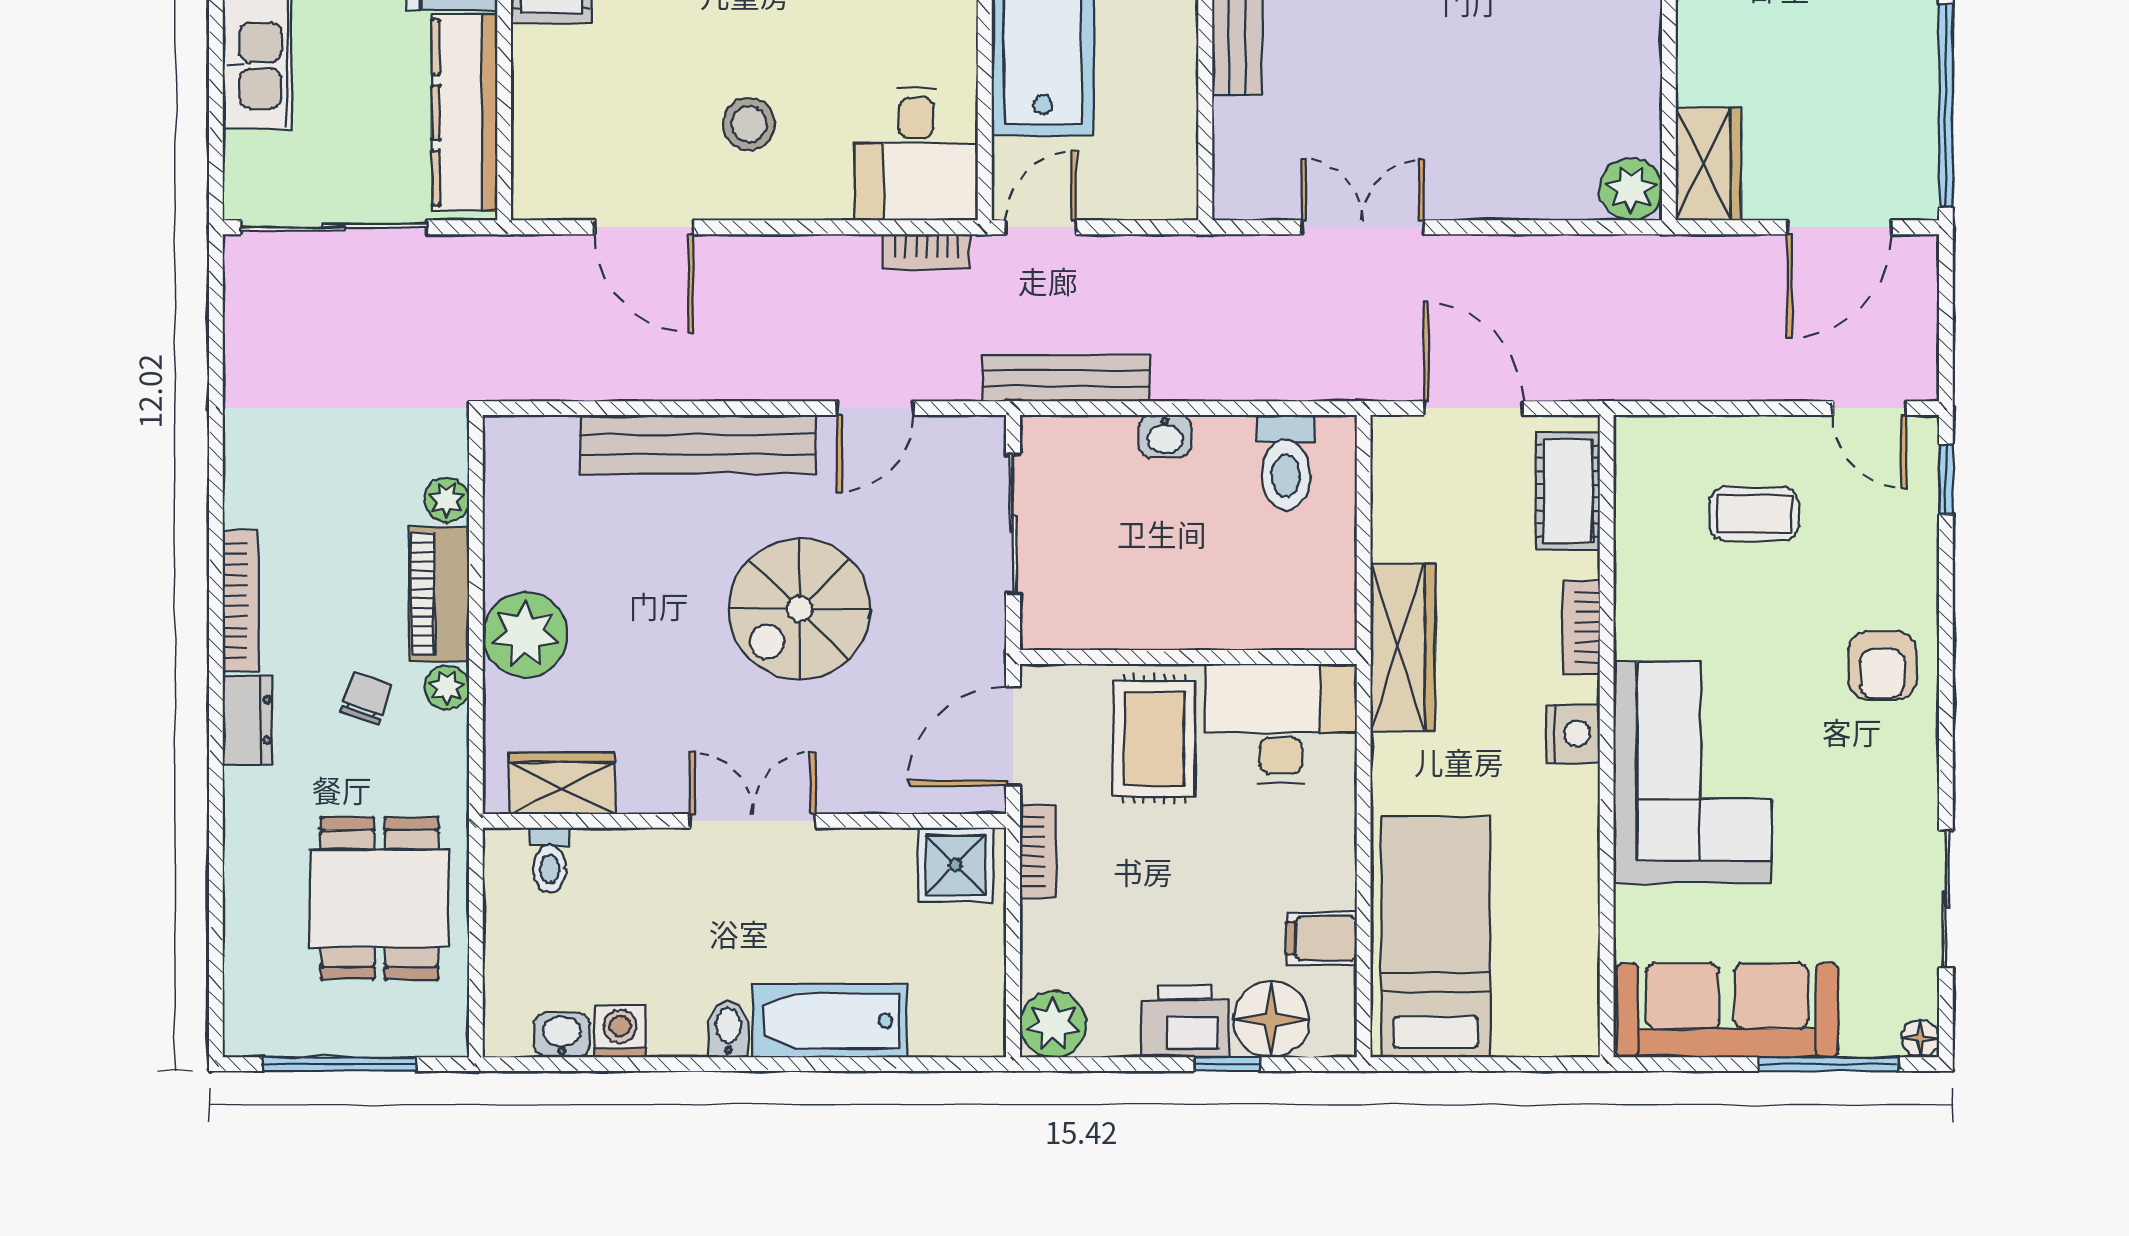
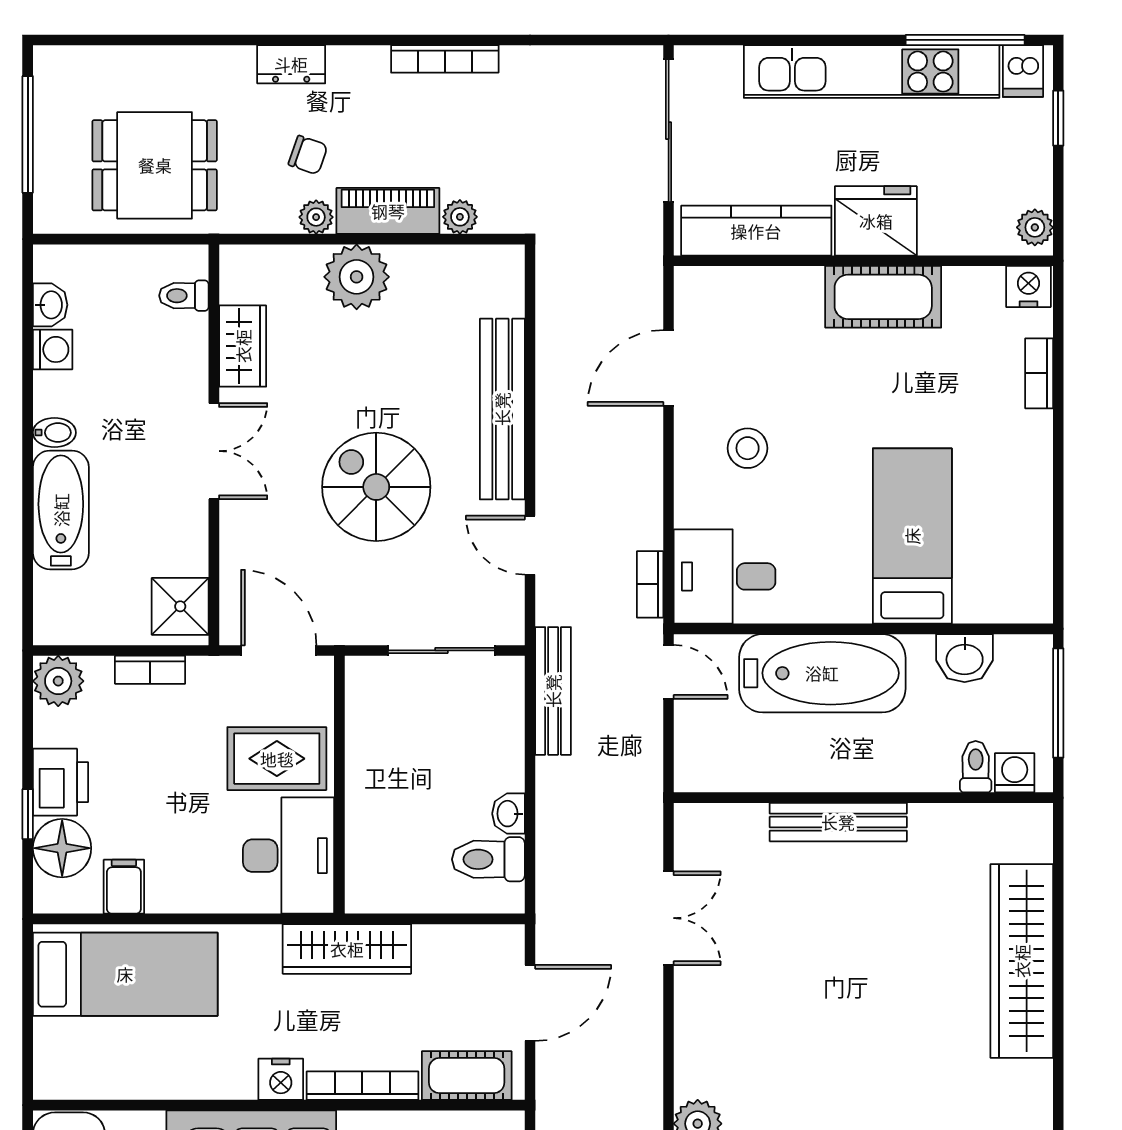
washbasin: (1165, 436) -> (508, 814), moved
bookcase: (241, 601) -> (445, 59), moved
bookcase: (1581, 627) -> (362, 1086), width x1.56
wardrobe: (562, 783) -> (243, 346), moved
bookcase: (1038, 851) -> (150, 670), moved

